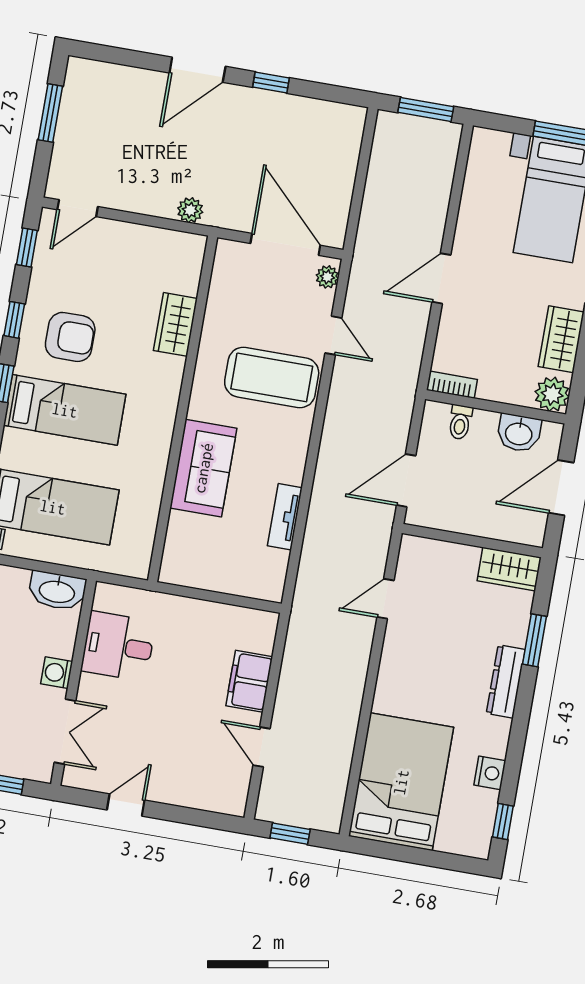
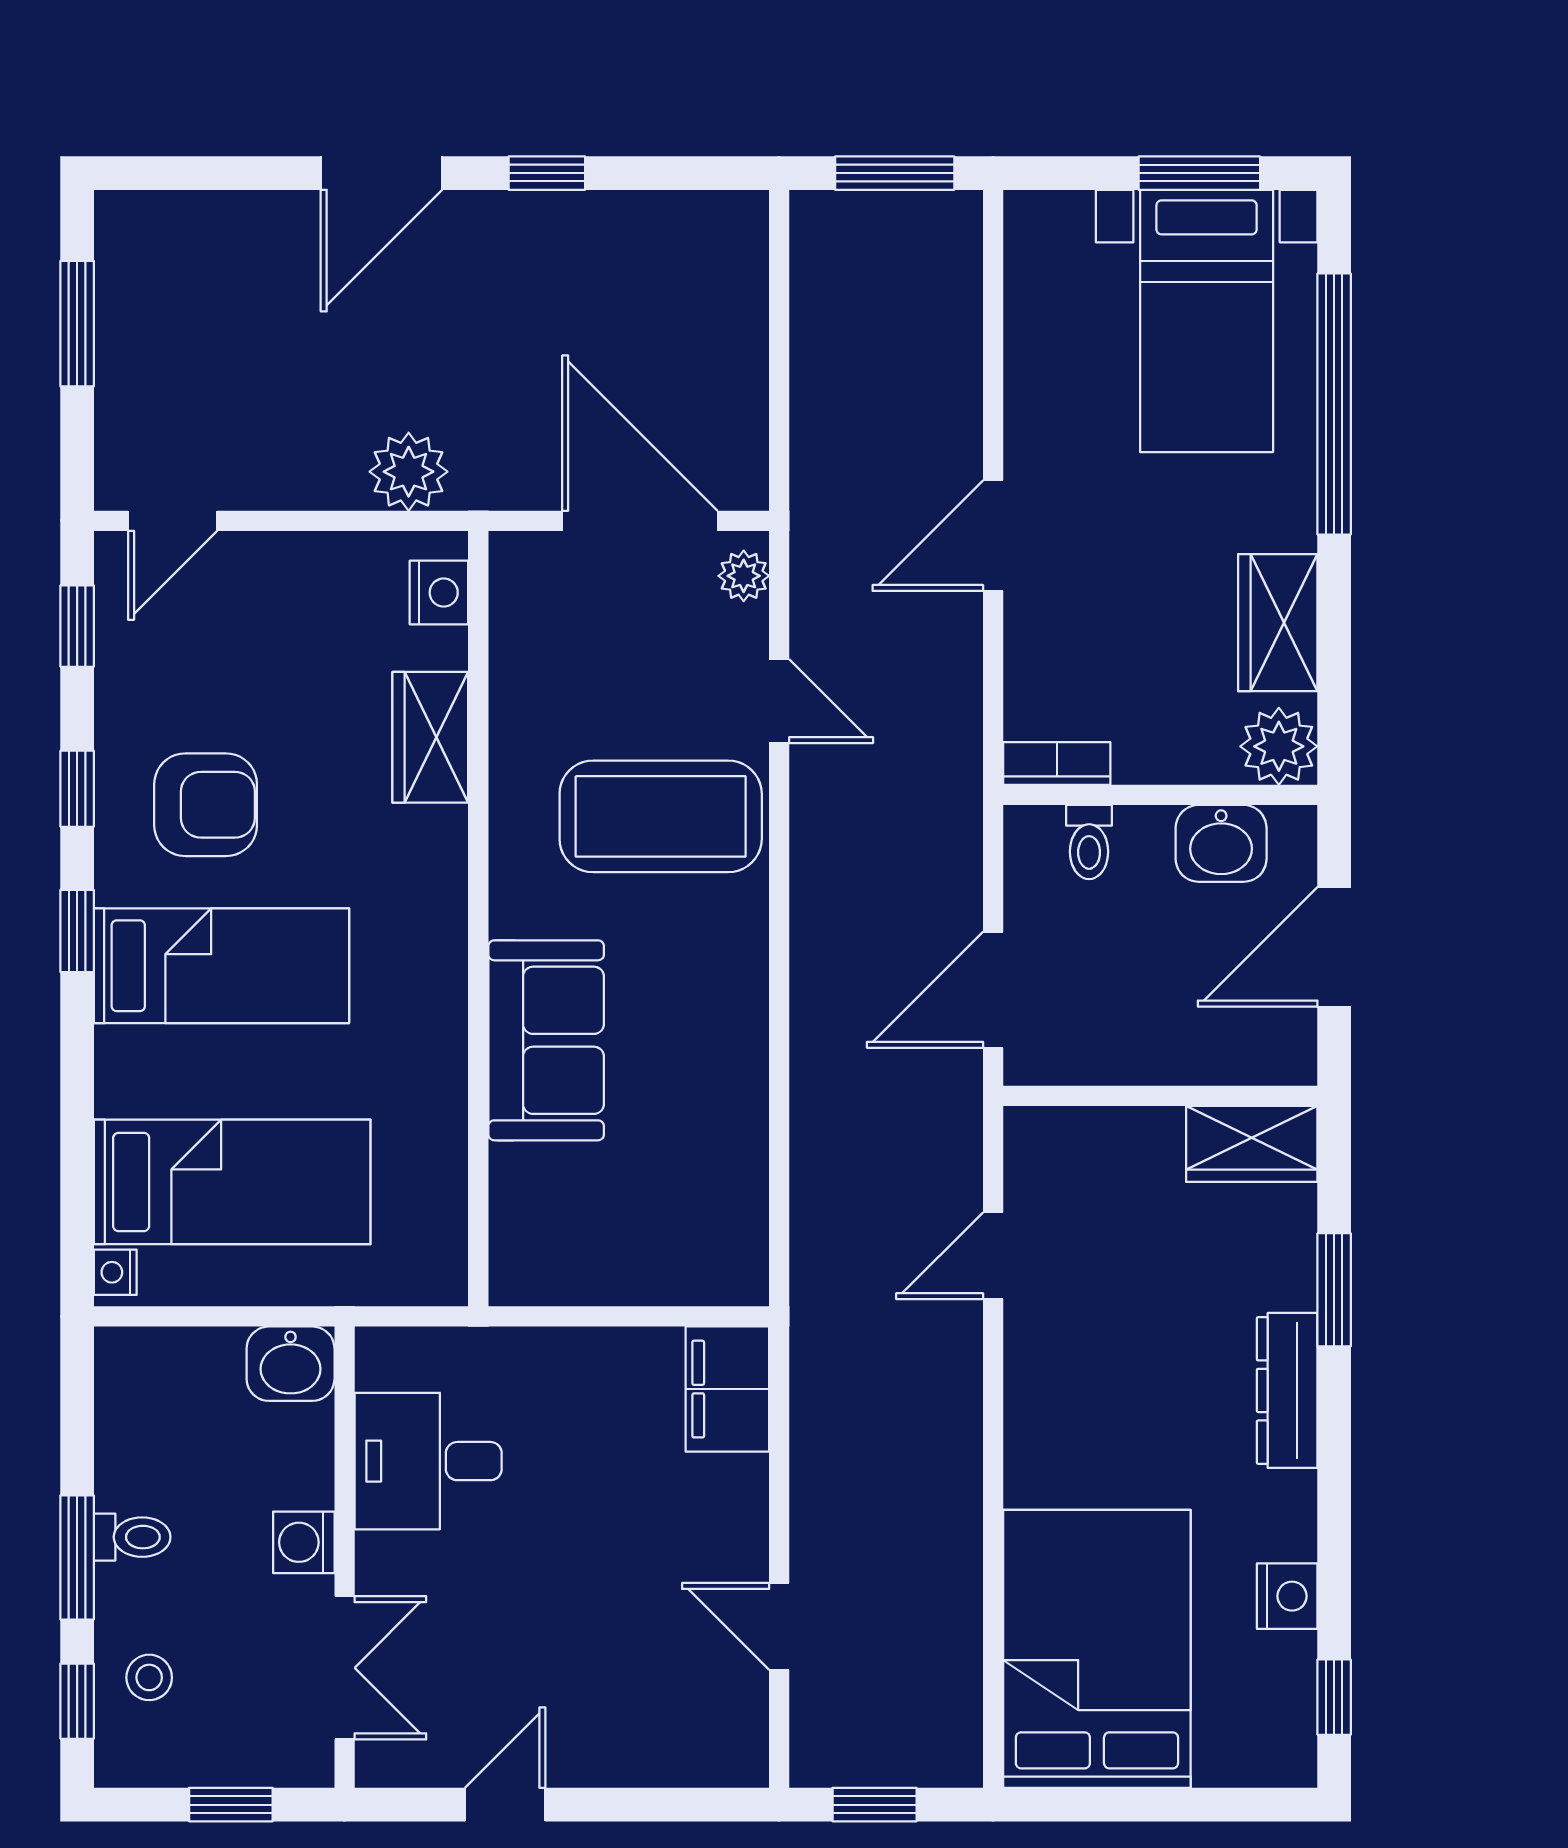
plant: (190, 210) -> (409, 472), width x1.38, depth x1.38
nightstand: (190, 261) -> (439, 593), added
tv unit: (285, 517) -> (742, 1115), removed
washbasin: (57, 591) -> (291, 1364), width x0.72
filing cabinet: (249, 681) -> (727, 1389), moved

